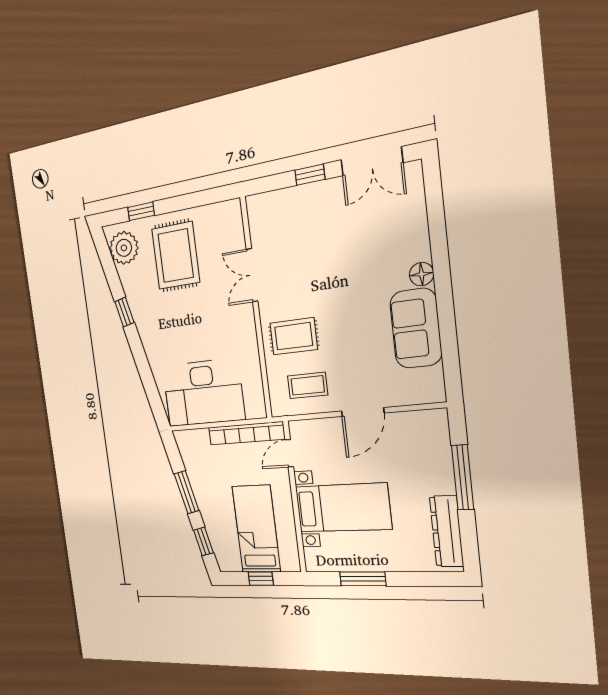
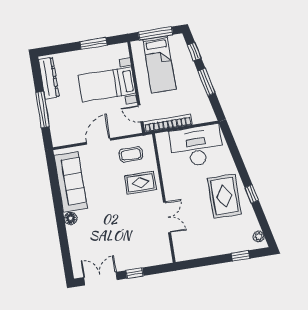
plant: (124, 248) -> (259, 236), width x0.53, depth x0.53
rug: (176, 256) -> (224, 196), moved
sofa: (416, 328) -> (71, 182), width x1.36
door: (289, 453) -> (140, 113), swing flipped
window: (261, 579) -> (156, 33), width x2.17

